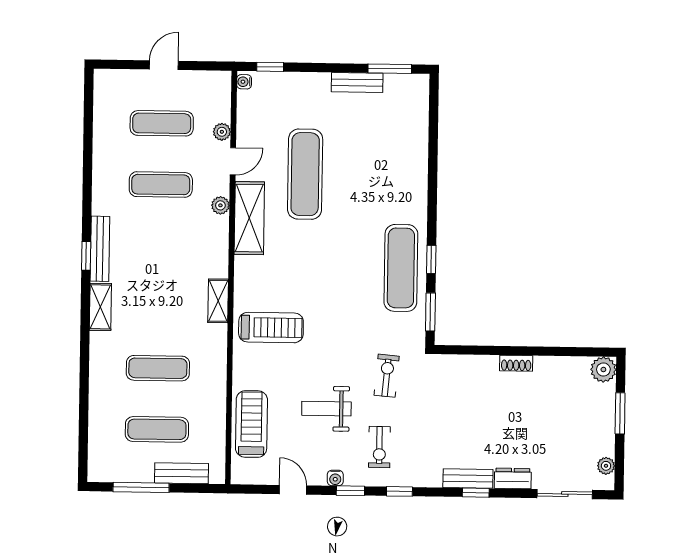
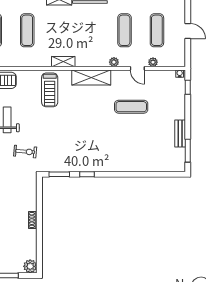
exercise mat: (305, 174) -> (131, 107), width x0.73, depth x0.69
shelving: (249, 218) -> (91, 77), moved
exercise mat: (401, 268) -> (82, 158), removed

